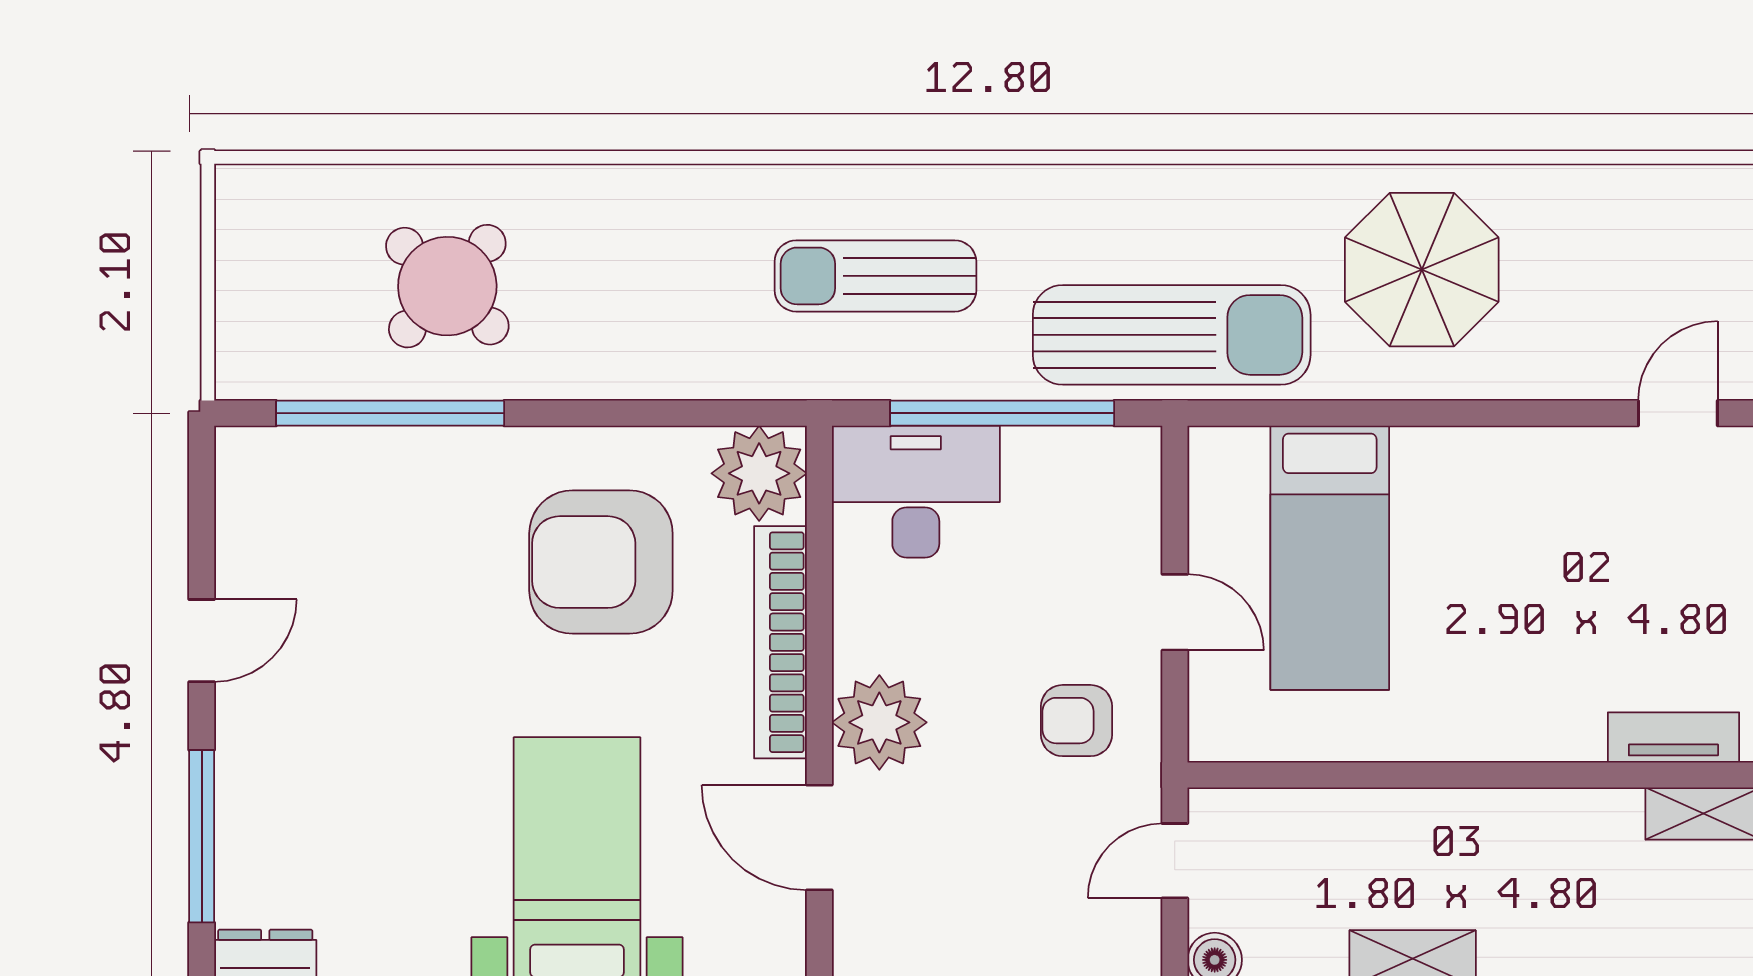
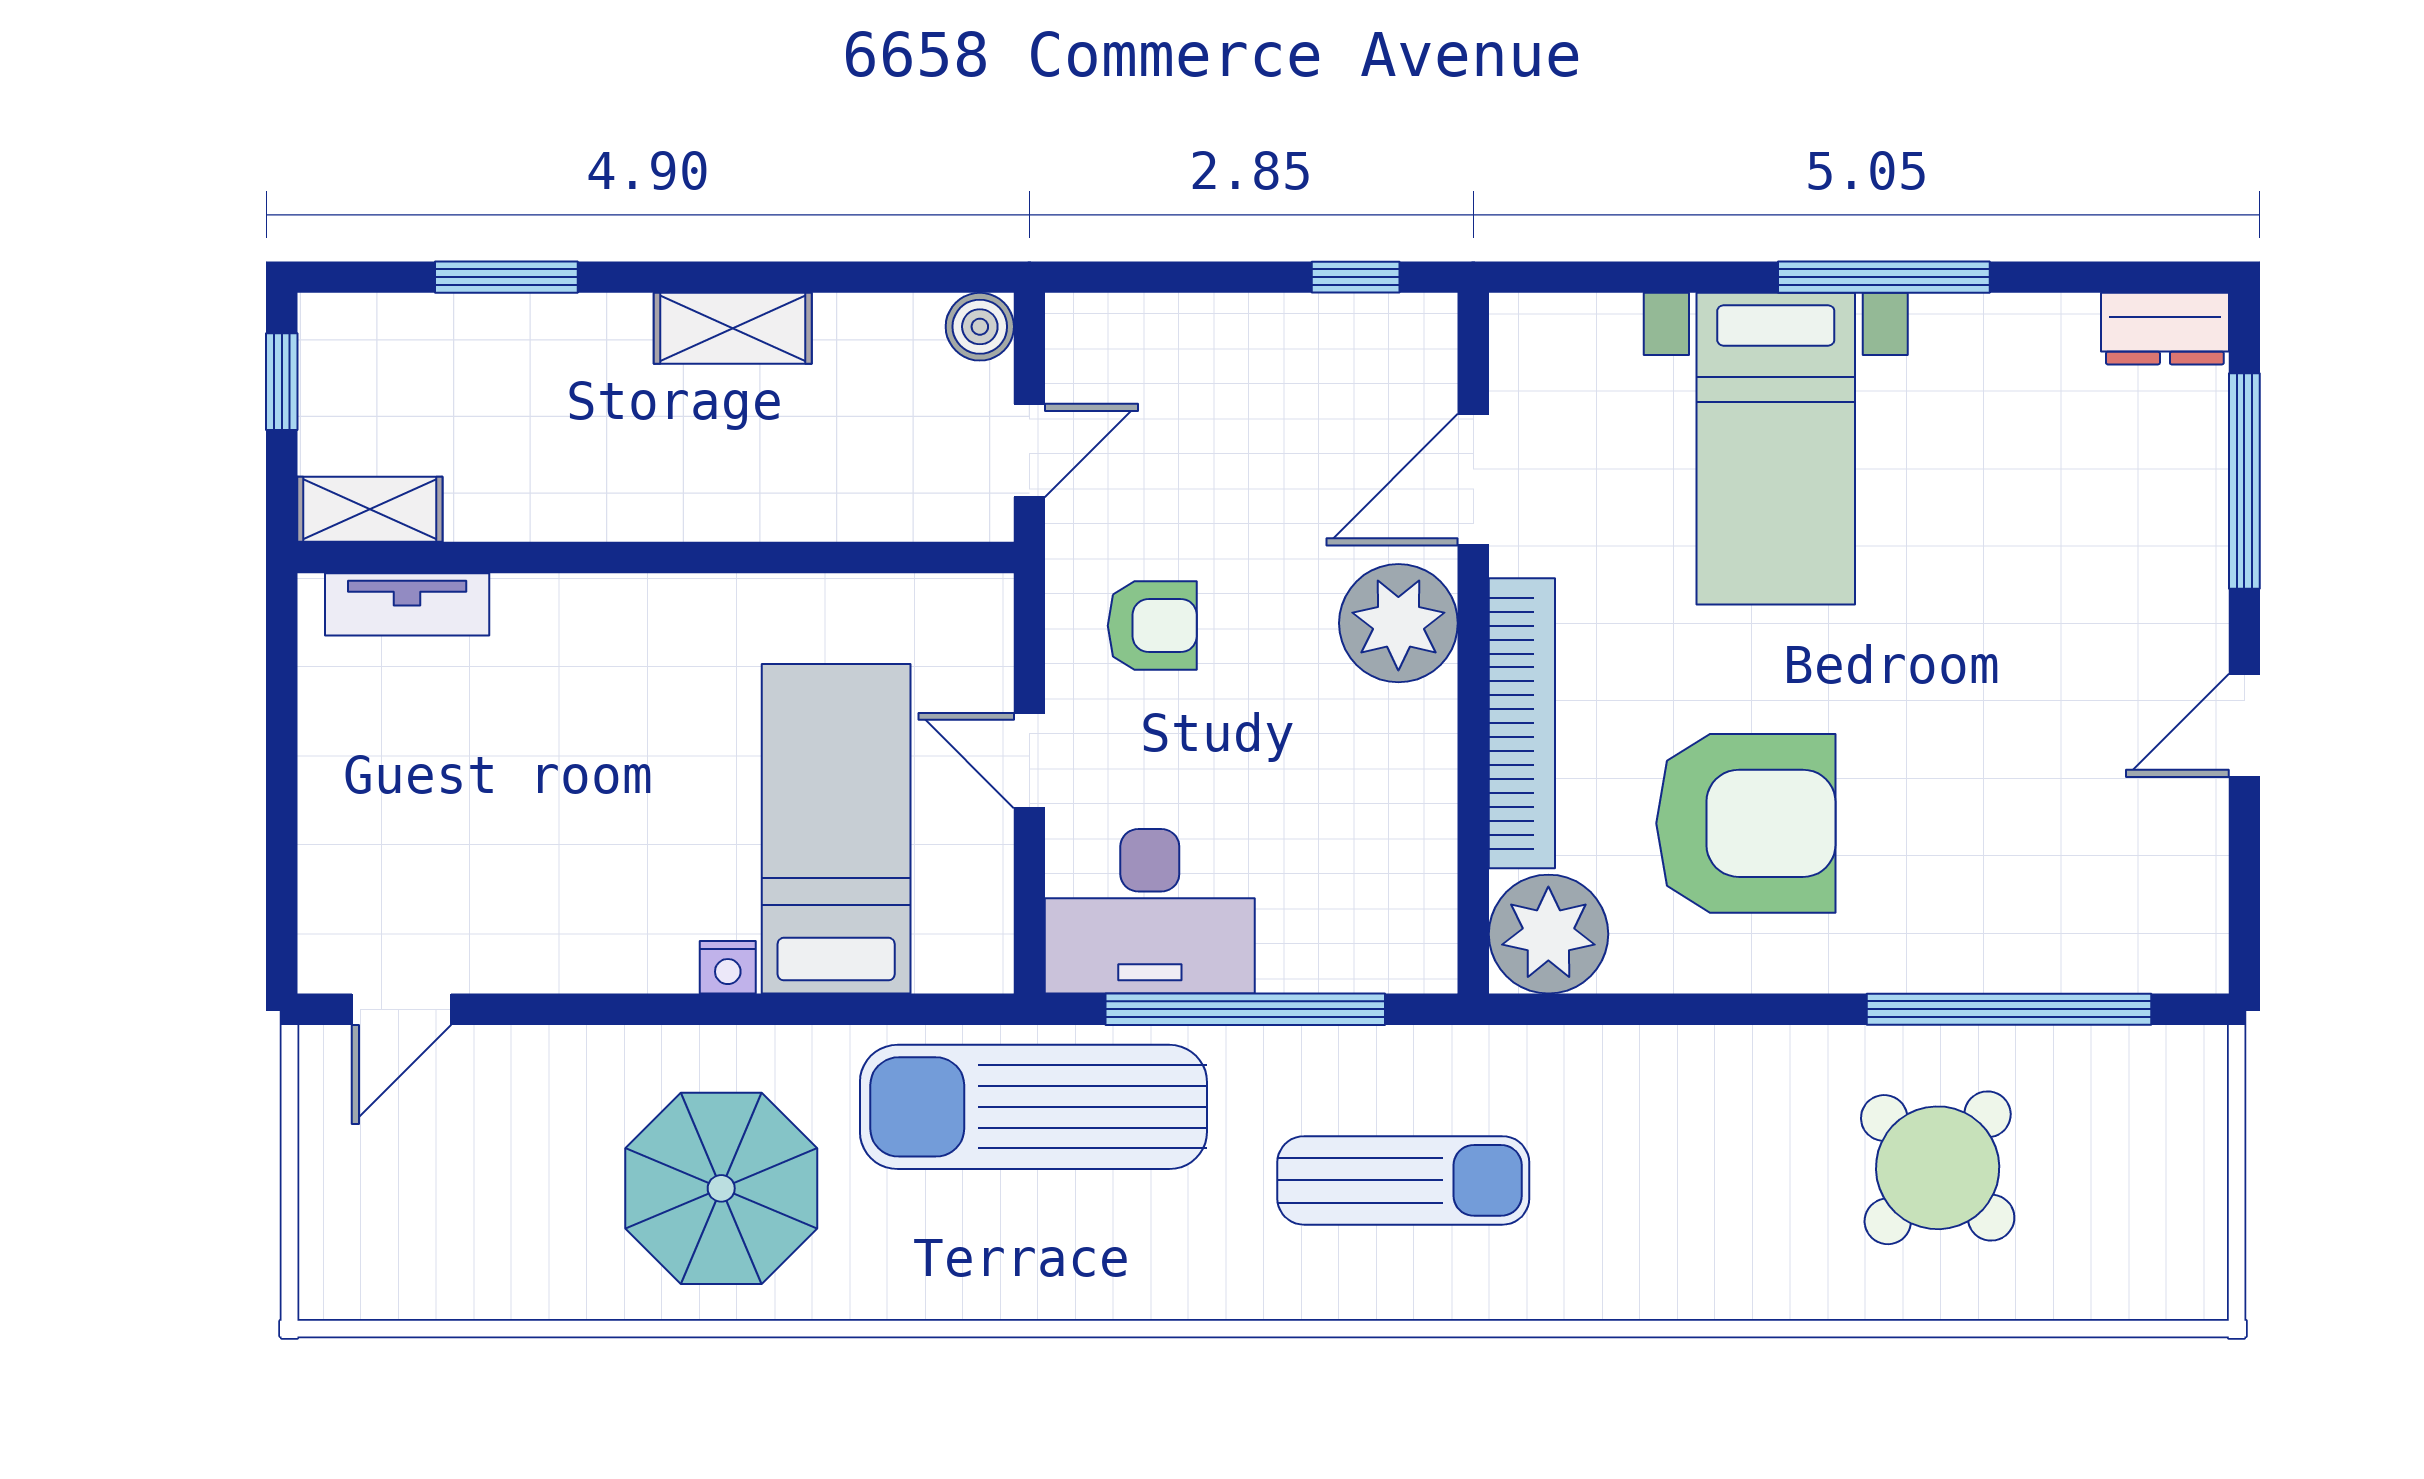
nightstand: (1417, 447) -> (728, 967), added
desk: (916, 492) -> (1150, 911), moved
door: (819, 837) -> (1473, 480), swing flipped

